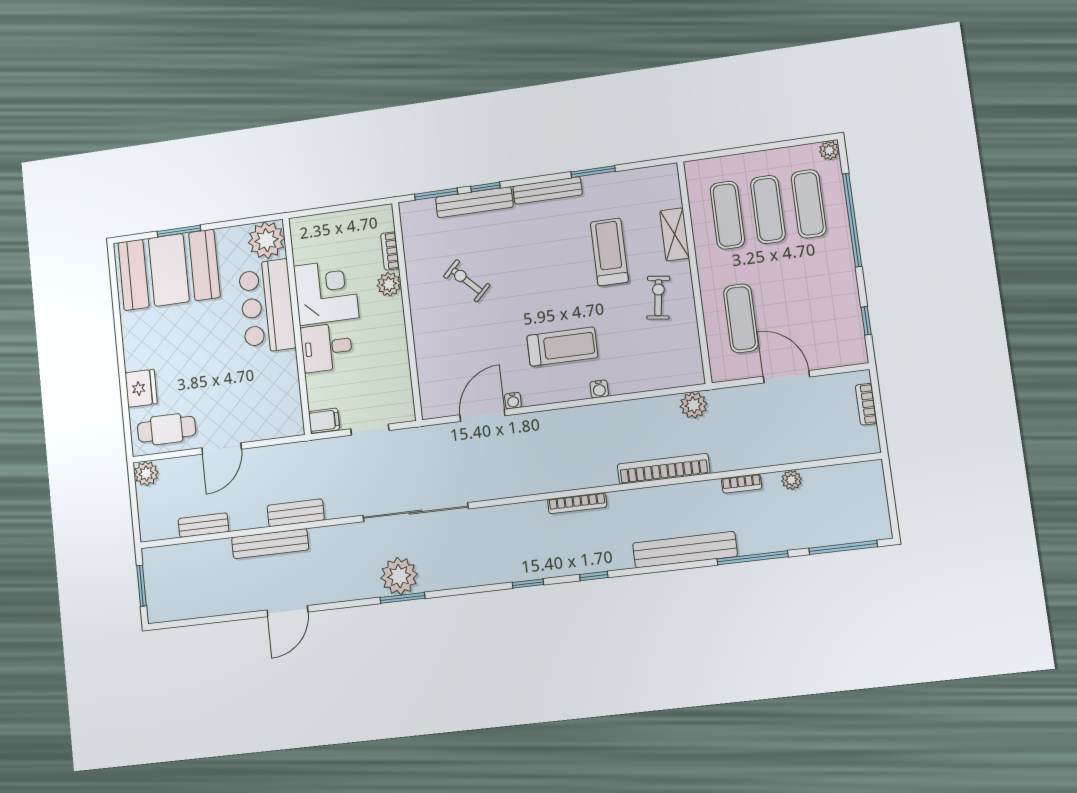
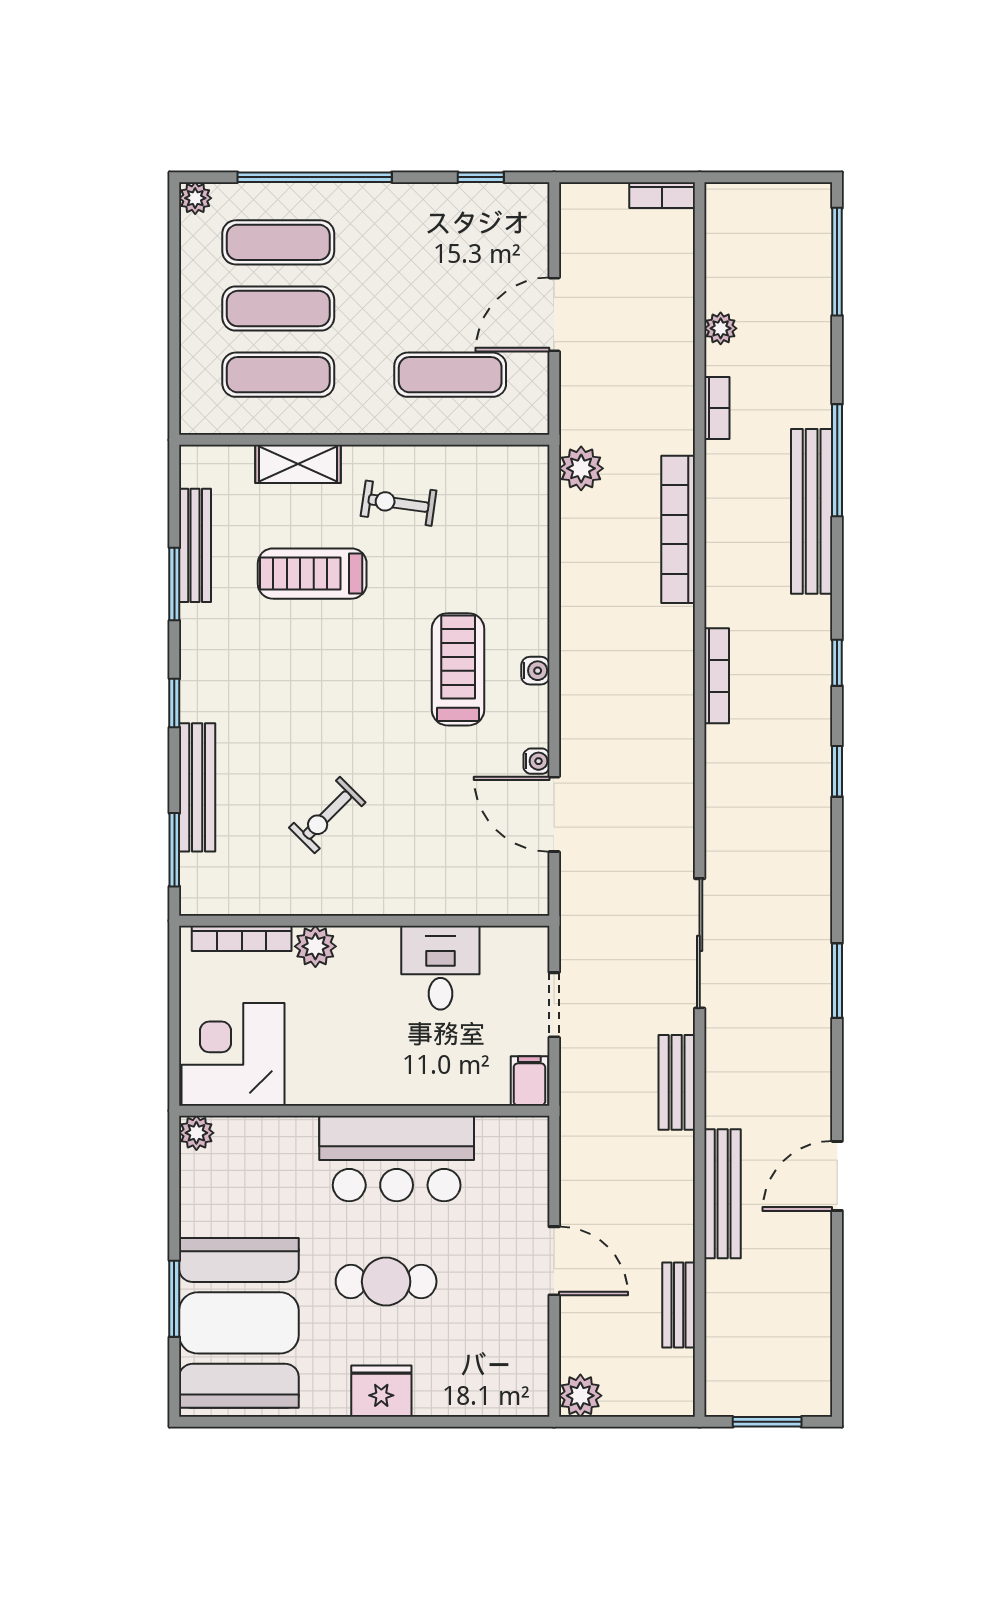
window: (485, 187) -> (174, 703), moved
bench: (547, 190) -> (195, 545), moved
plant: (266, 240) -> (196, 1133), width x0.53, depth x0.53
bookcase: (390, 251) -> (242, 938), width x1.56
corner desk: (326, 292) -> (233, 1054), moved
bar counter: (267, 306) -> (397, 1158), moved
desk: (326, 347) -> (440, 968), moved, turned 180
fridge: (141, 388) -> (381, 1391), moved
water cooler: (599, 389) -> (535, 671), moved
bookcase: (866, 404) -> (662, 195), moved
cafe table: (167, 429) -> (386, 1282), moved, turned 90
sliding door: (416, 512) -> (700, 943), width x0.73
bench: (296, 513) -> (677, 1082), moved
window: (753, 558) -> (837, 460), moved
plant: (399, 576) -> (801, 982), removed
door: (287, 611) -> (837, 1176), swing flipped

